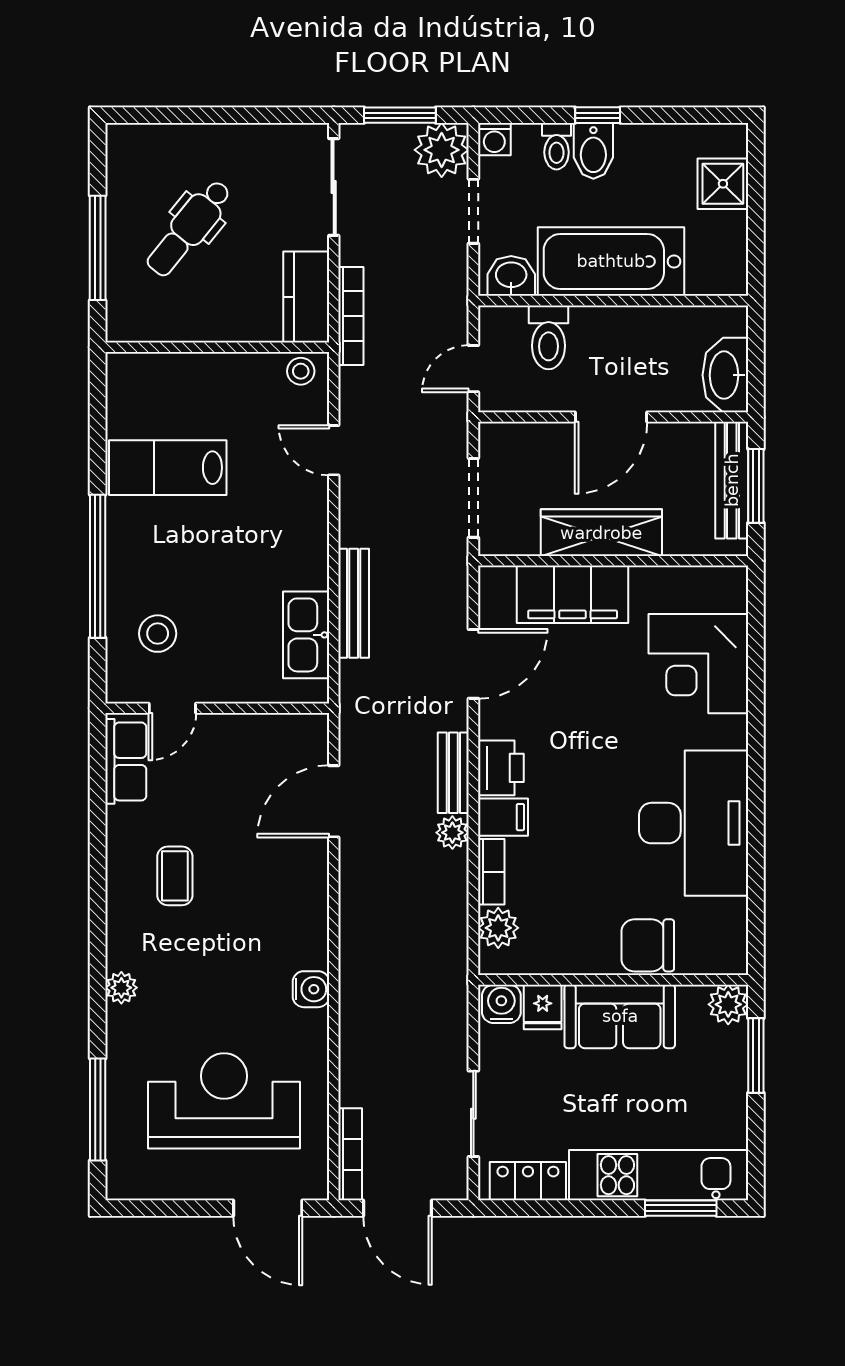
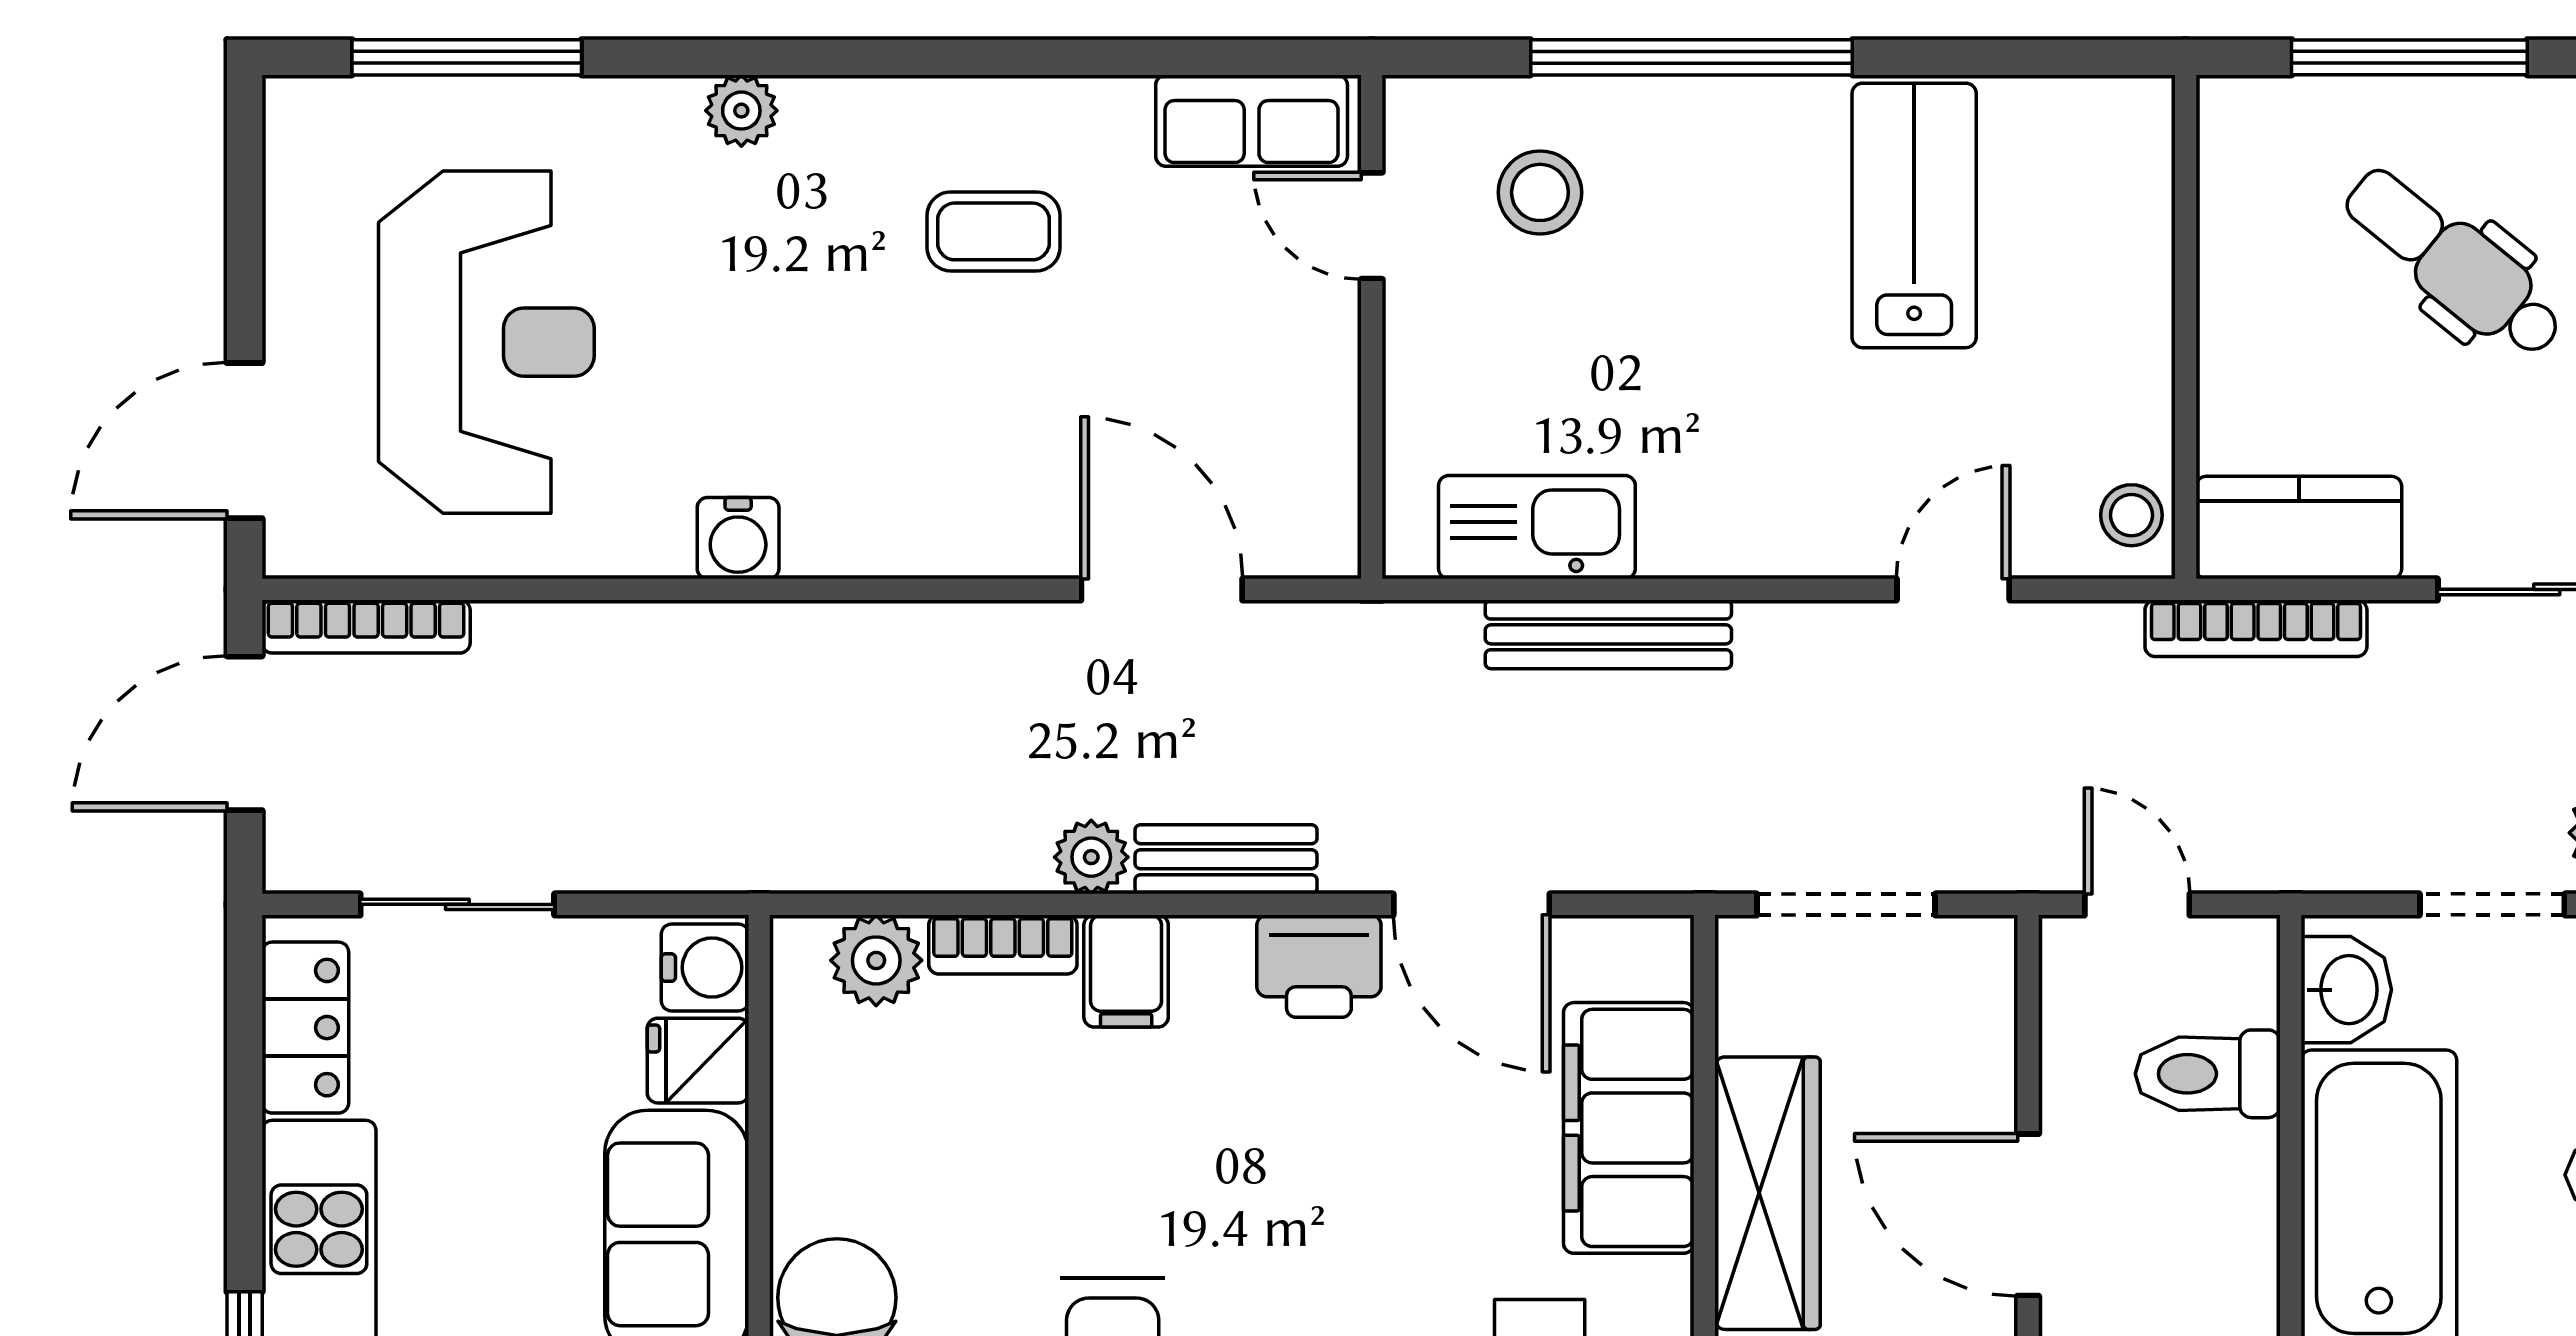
printer: (501, 768) -> (1319, 966), moved

